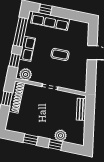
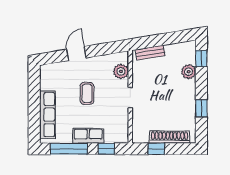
window: (45, 9) -> (34, 123), removed
plant: (26, 74) -> (121, 71), moved
shoe rack: (16, 97) -> (169, 137), moved
window: (55, 145) -> (201, 59), moved

